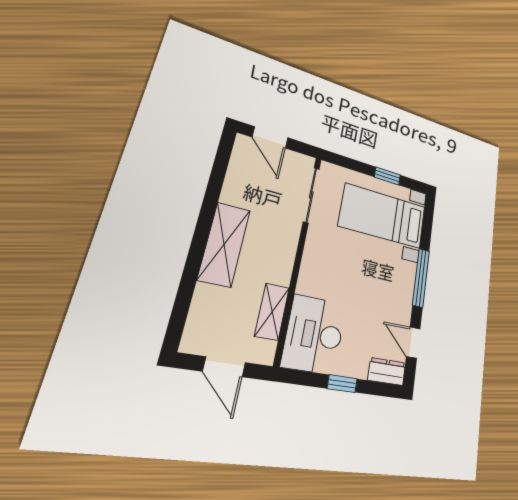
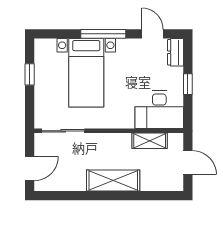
bed with nightstands: (383, 216) -> (86, 73), moved
door: (413, 343) -> (152, 34), swing flipped
door: (224, 367) -> (188, 162), hinge flipped

